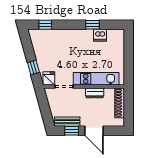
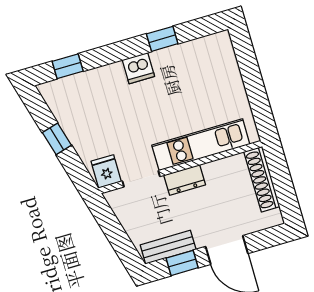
dishwasher: (100, 35) -> (138, 68), moved
window: (33, 67) -> (57, 139), moved
dresser: (95, 93) -> (185, 180), moved

